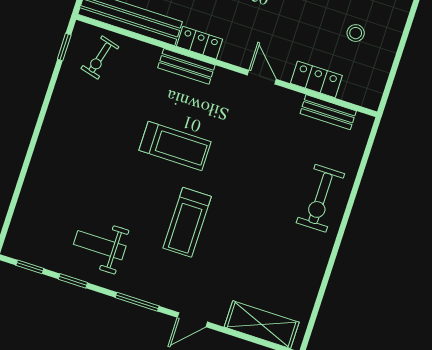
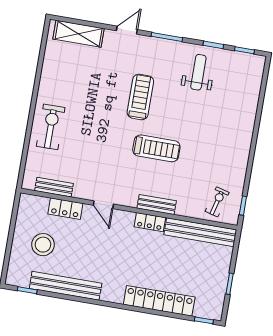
stool: (356, 33) -> (43, 245), width x1.89, depth x1.89
treadmill: (175, 146) -> (156, 148), turned 180
weight bench: (100, 245) -> (198, 72), turned -90

